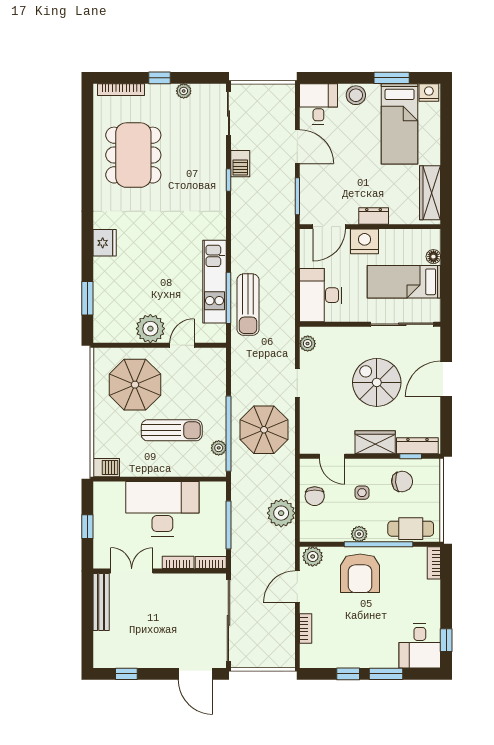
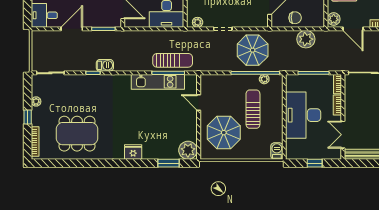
barbecue: (240, 164) -> (105, 65), moved
plant: (150, 329) -> (188, 150), moved

